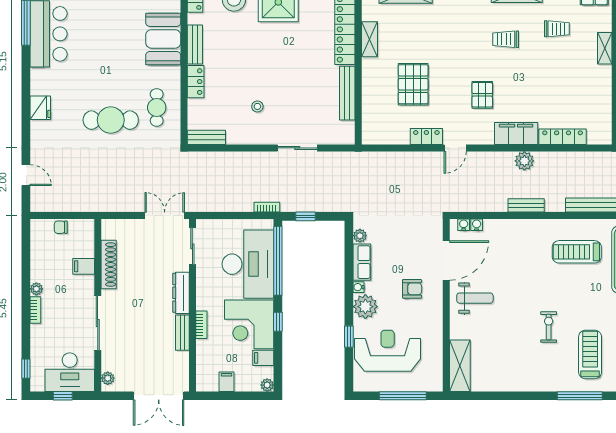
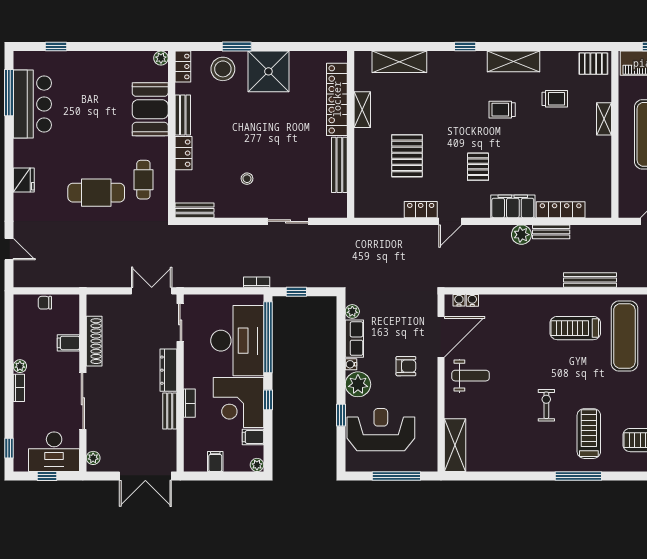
bench: (526, 205) -> (551, 232), moved

